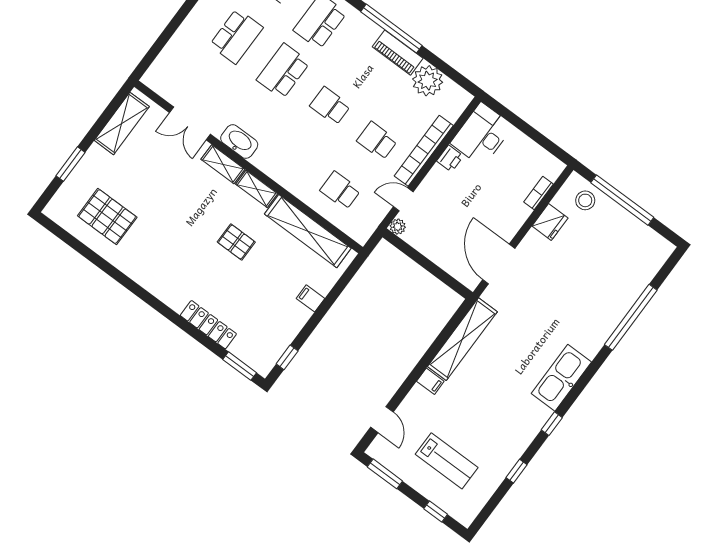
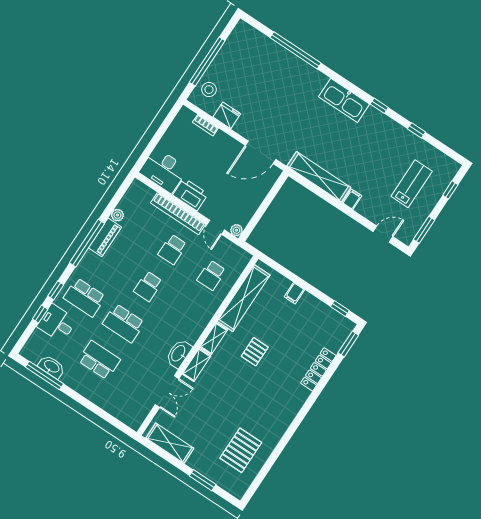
plant: (428, 81) -> (117, 215), width x0.53, depth x0.53
printer: (450, 159) -> (190, 194), width x1.87, depth x1.48

